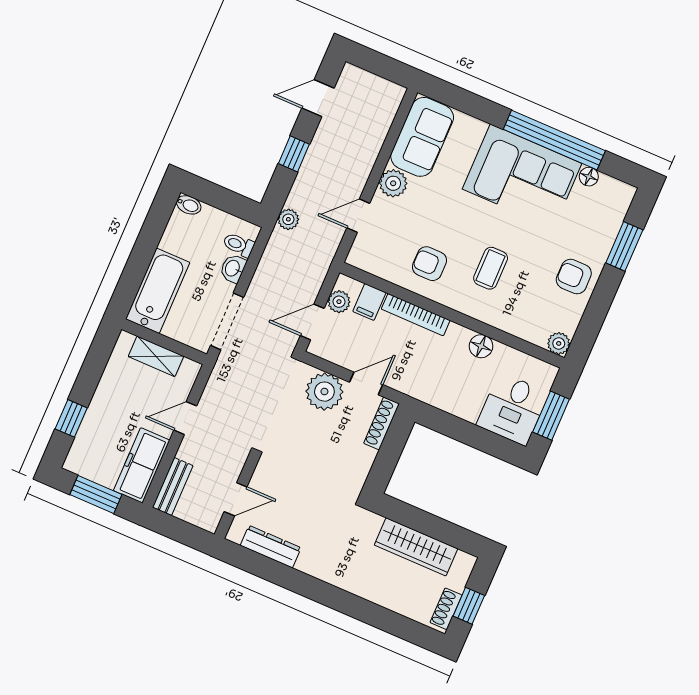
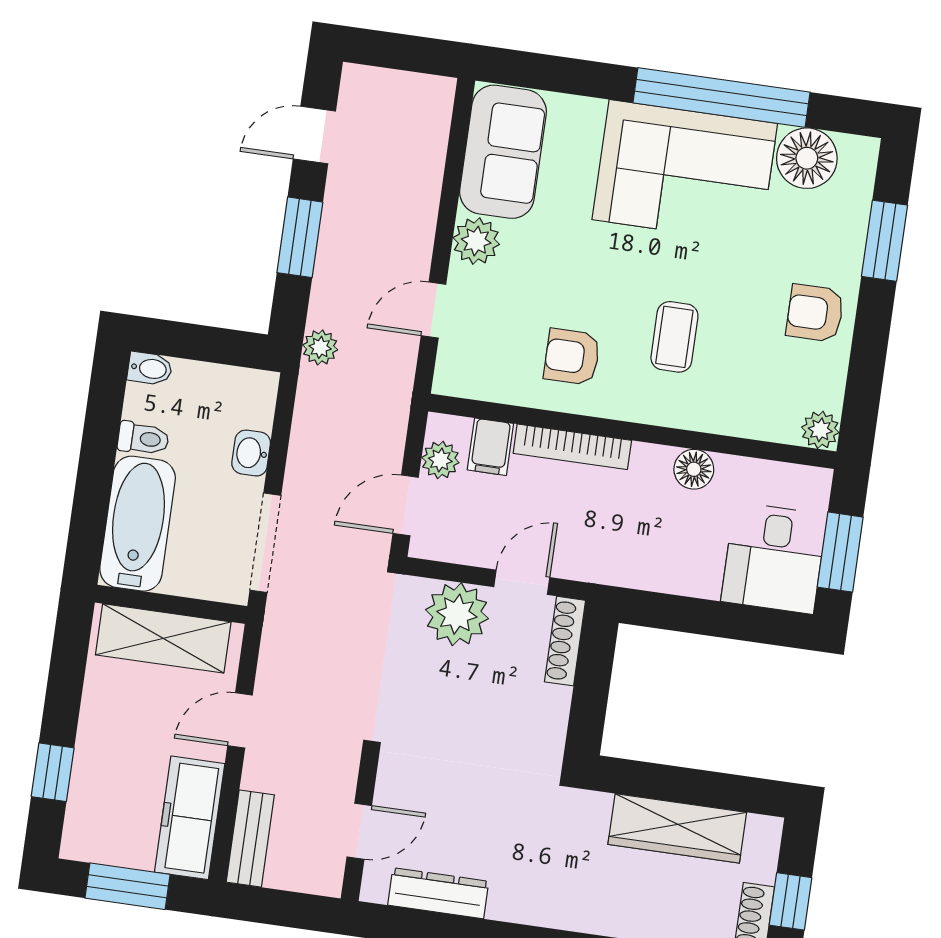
window: (294, 154) -> (300, 237), width x1.50
floor lamp: (589, 177) -> (807, 158), width x1.89, depth x1.89
toilet: (239, 245) -> (143, 438), moved, turned 180
shelving: (156, 356) -> (163, 638), width x1.50, depth x1.33

